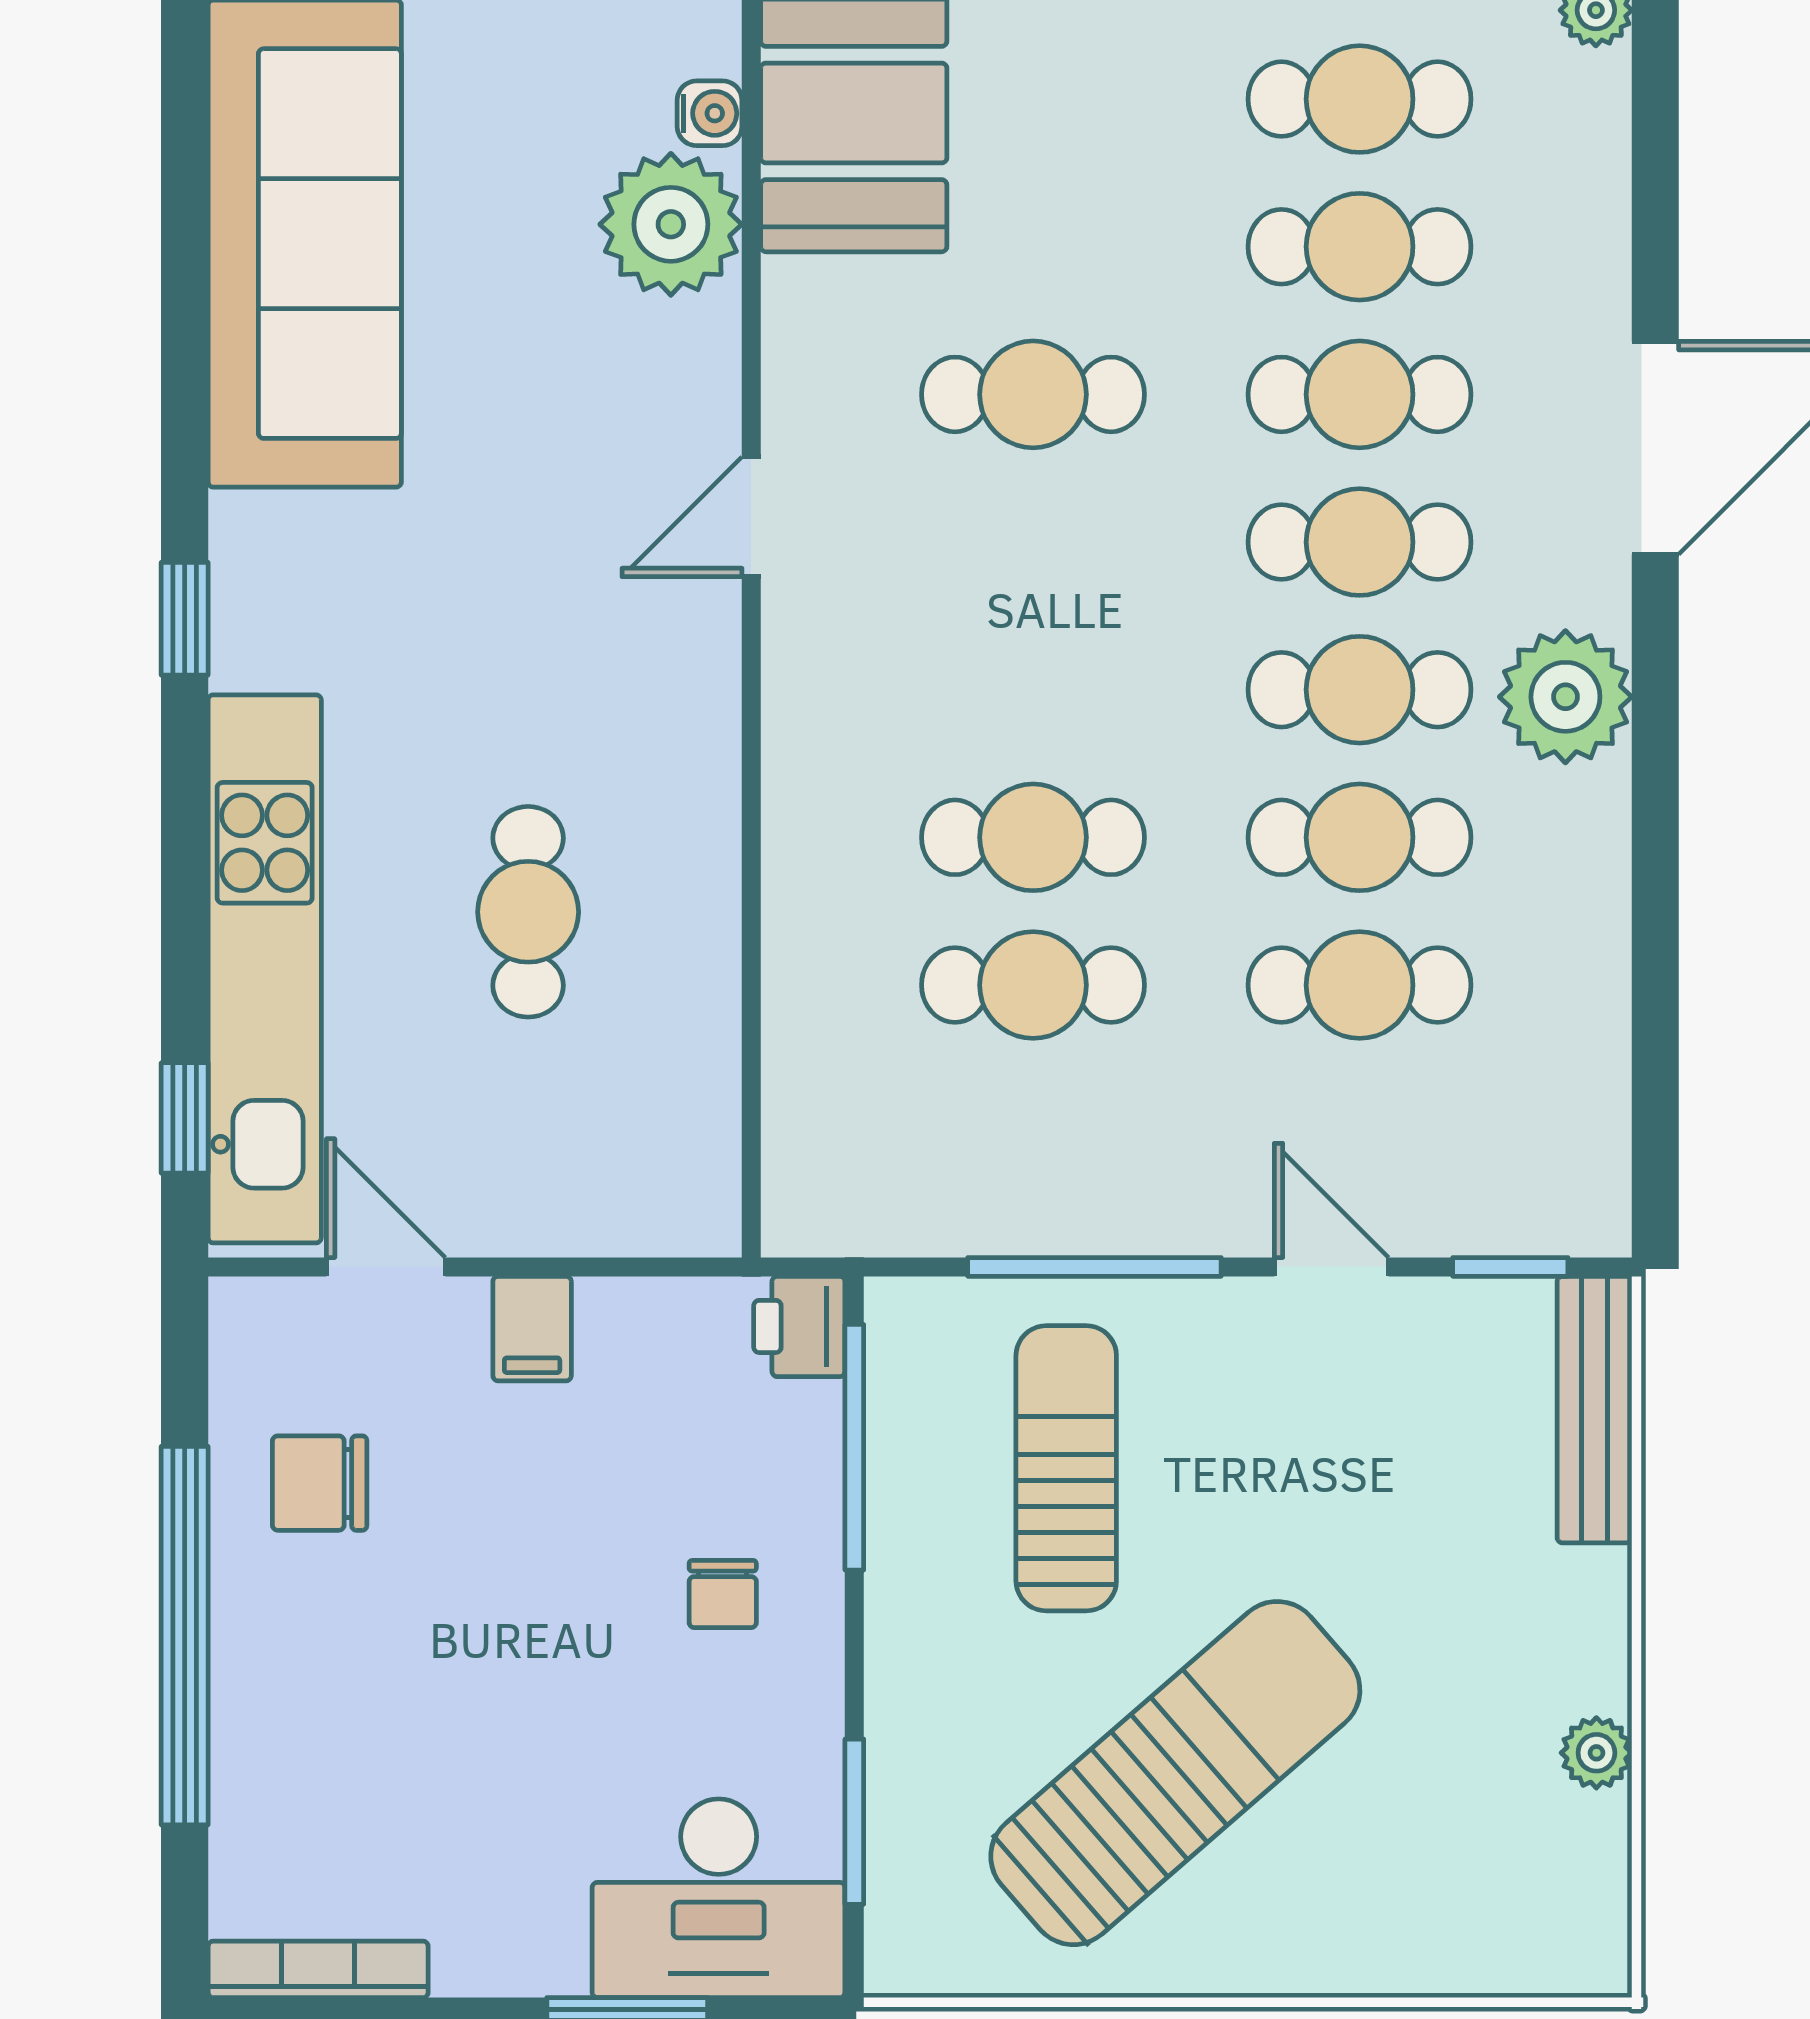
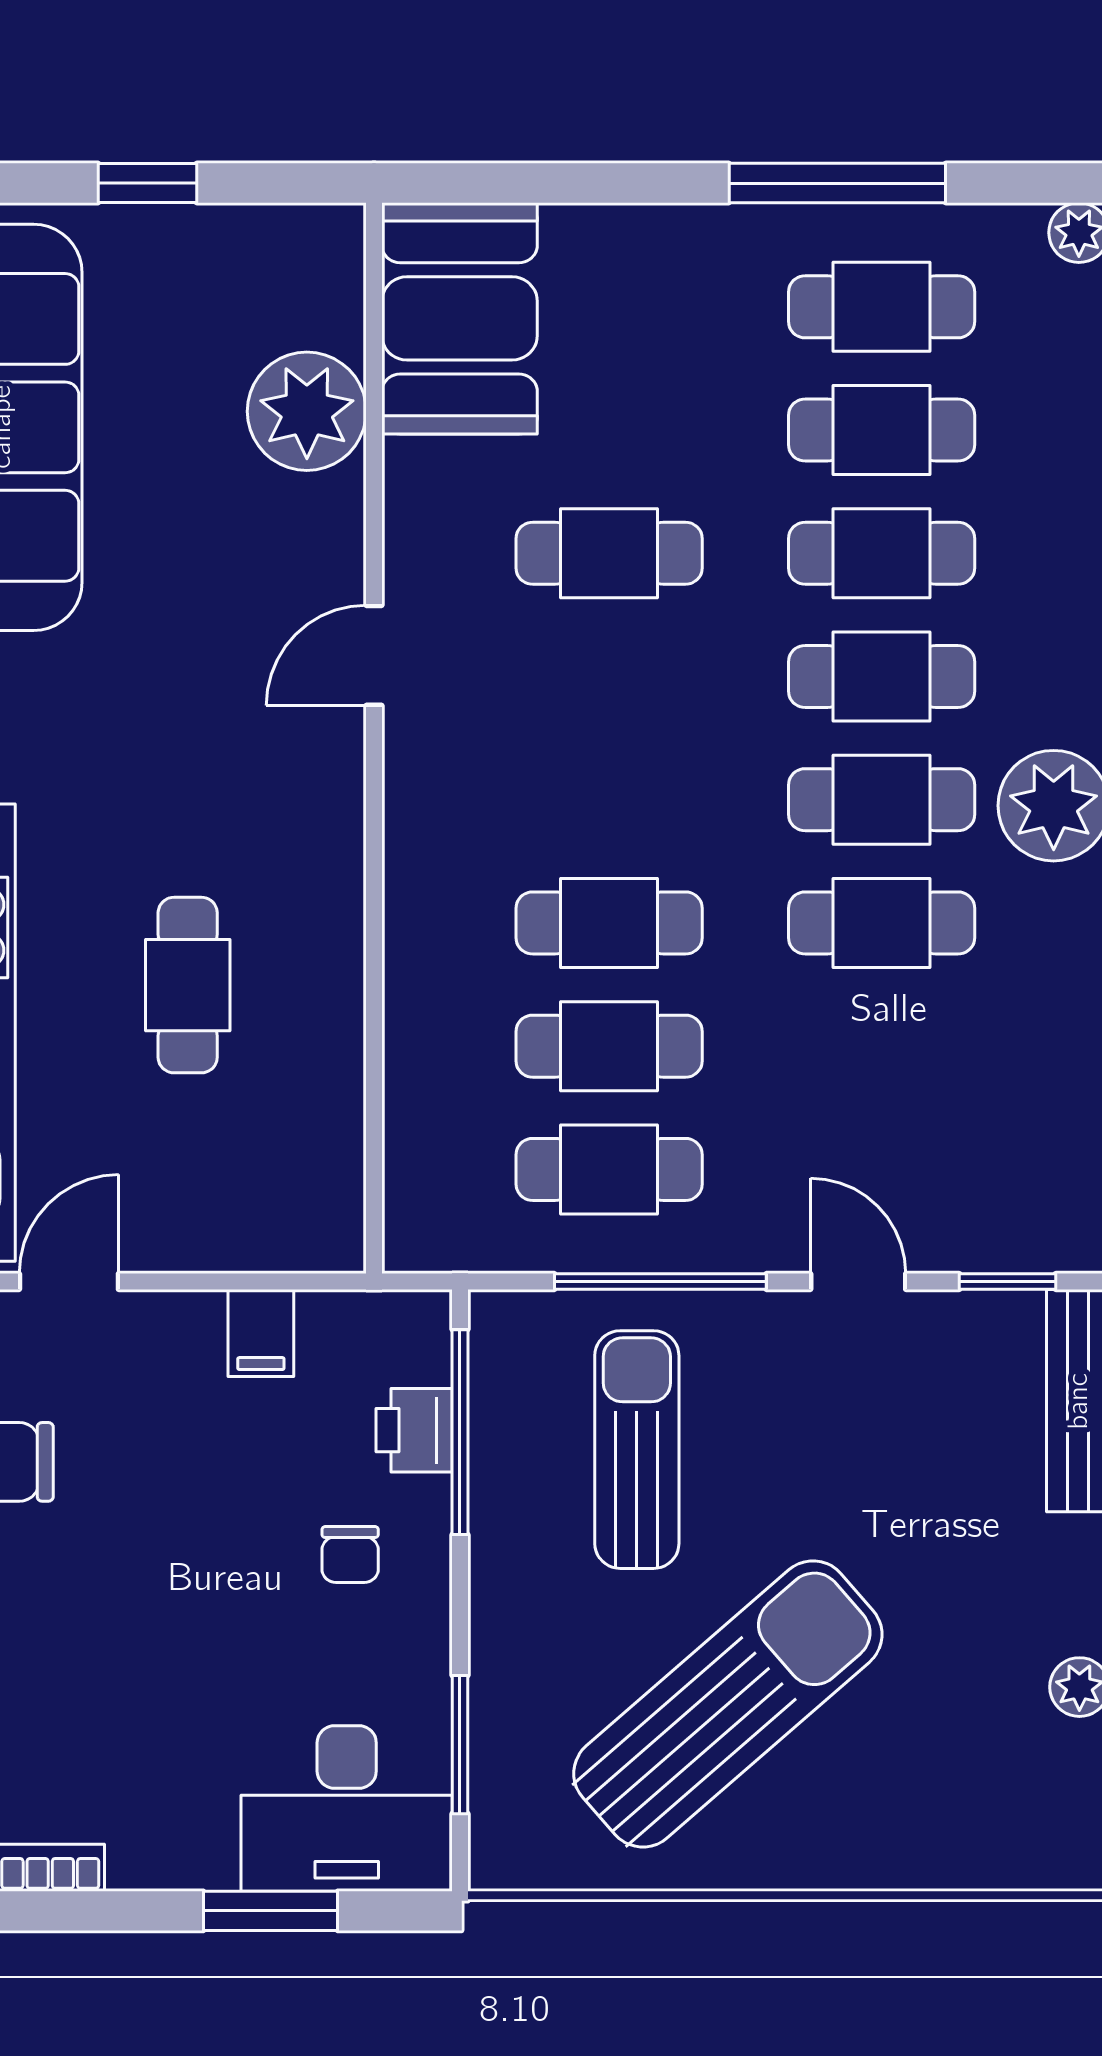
water cooler: (710, 113) -> (339, 319), removed
cafe table: (1360, 985) -> (609, 1169), moved
door: (386, 1267) -> (69, 1281), hinge flipped
printer: (799, 1326) -> (414, 1430), moved
filing cabinet: (532, 1329) -> (261, 1333), moved

